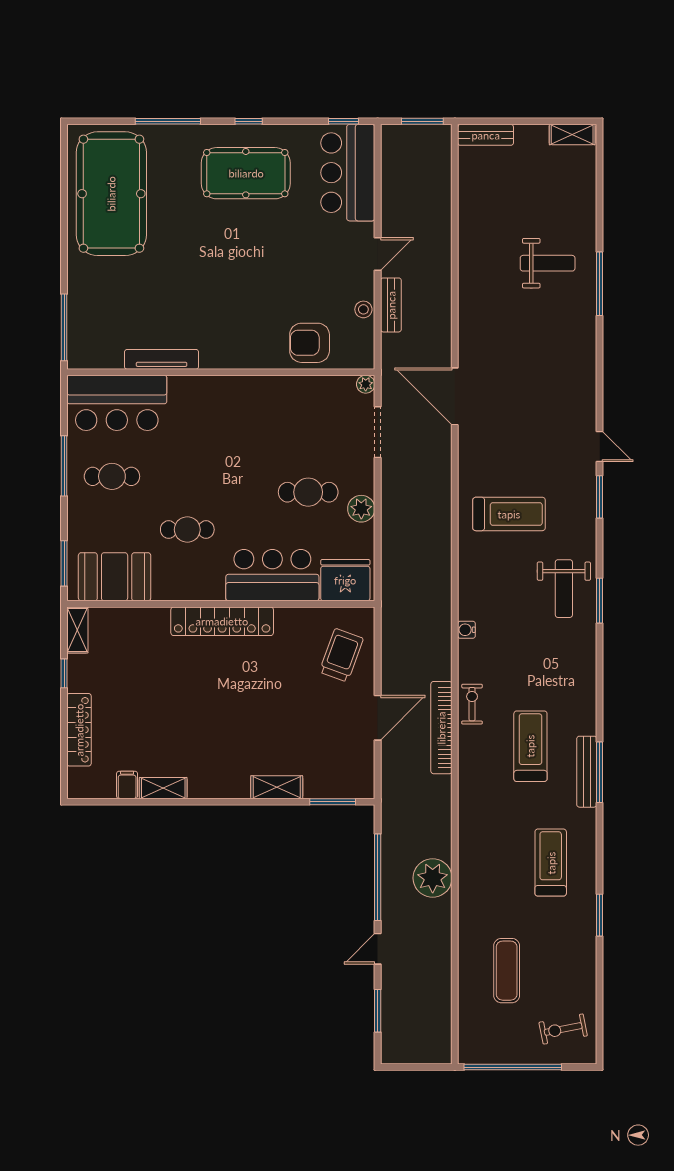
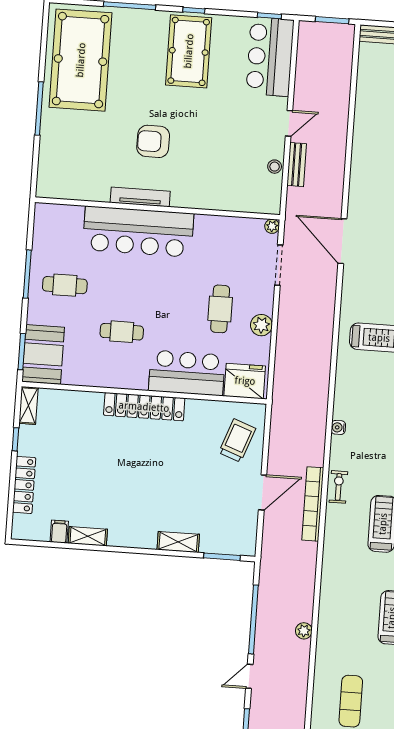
pool table: (246, 173) -> (189, 51), turned 90
window: (64, 327) -> (39, 109), moved
armchair: (310, 343) -> (153, 141), moved
tv unit: (162, 359) -> (140, 197), moved
bar counter: (117, 403) -> (138, 232), moved, width x1.36
cafe table: (308, 492) -> (220, 309), turned 90
booth: (115, 577) -> (43, 354), moved, turned 90
plant: (433, 878) -> (304, 631), width x0.53, depth x0.53

